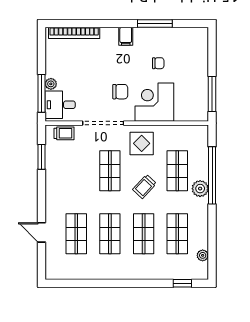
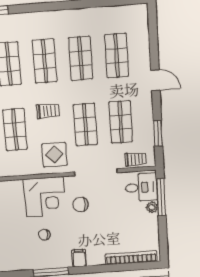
trolley: (64, 133) -> (136, 159), turned 180
shop shelf: (76, 171) -> (121, 122), added
trolley: (144, 186) -> (48, 111), turned 47
door: (41, 232) -> (155, 80), moved

